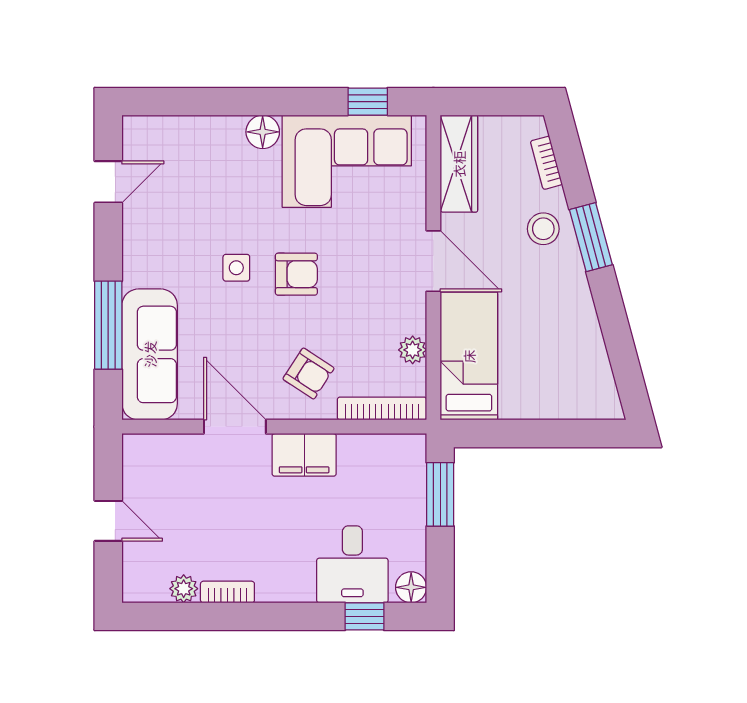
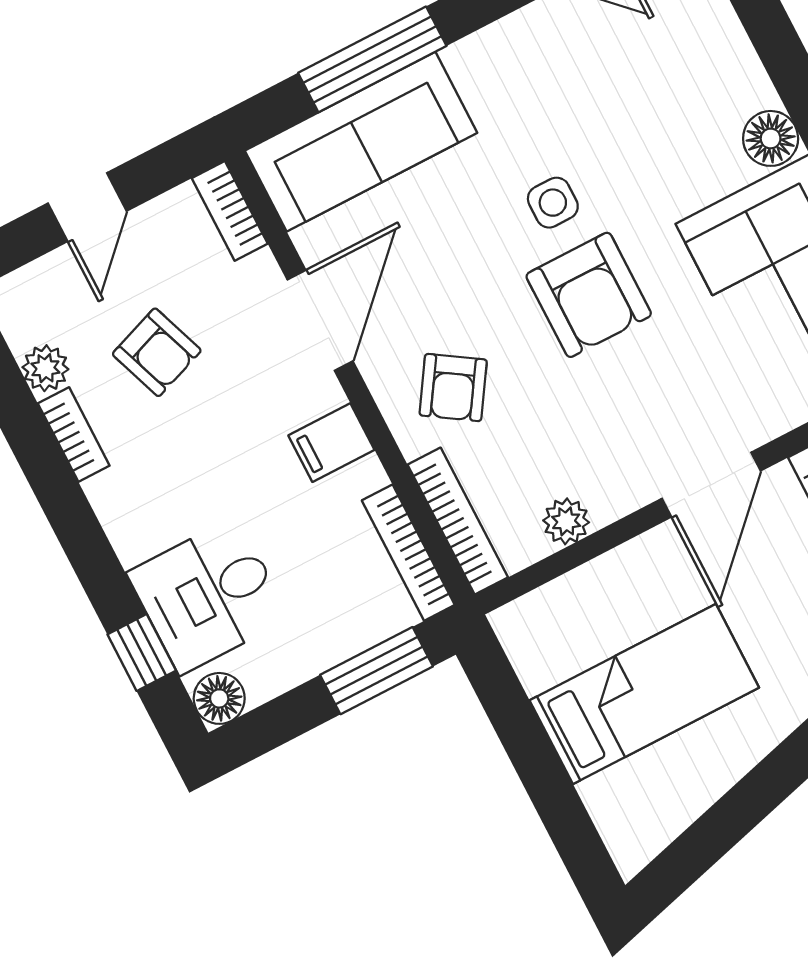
armchair: (296, 274) -> (589, 295), width x1.38, depth x1.38
bed: (469, 356) -> (644, 694), moved
bookcase: (385, 444) -> (408, 553), added
bookcase: (150, 445) -> (230, 211), added
filing cabinet: (304, 455) -> (331, 443), width x0.50
armchair: (206, 524) -> (157, 352), added

